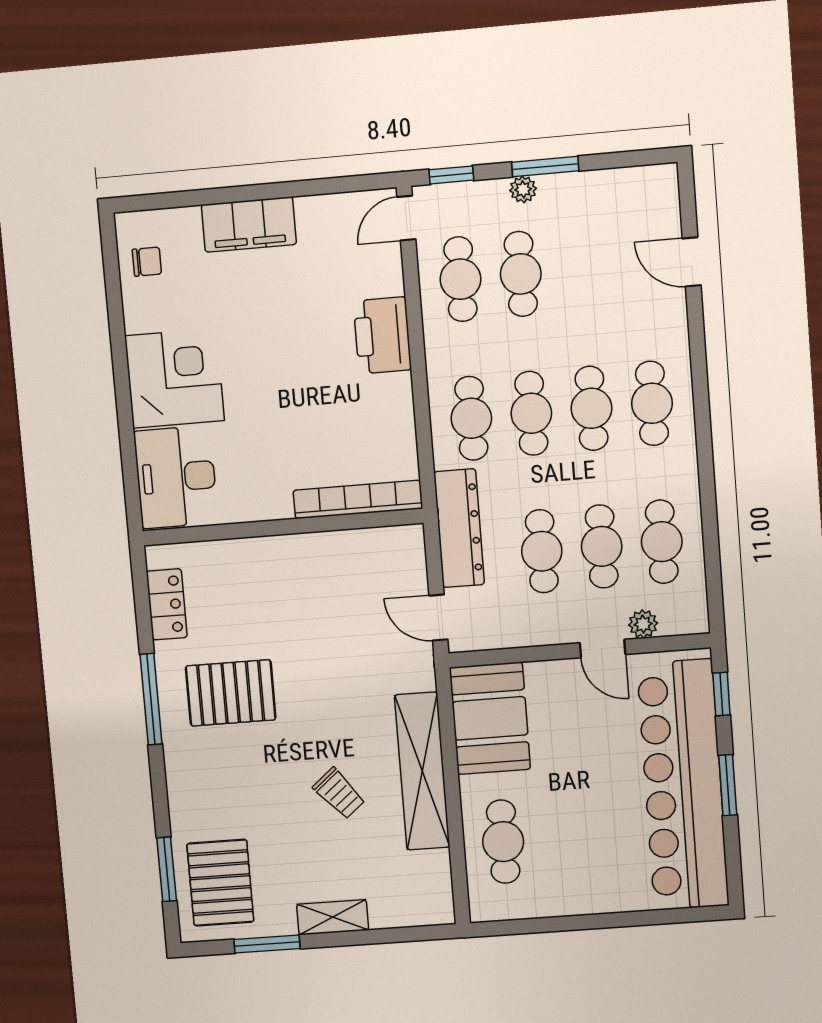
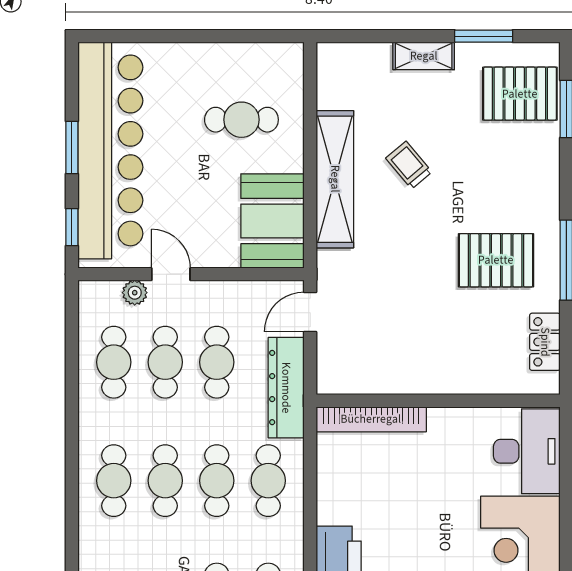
door: (438, 618) -> (310, 312), swing flipped
cafe table: (503, 842) -> (241, 120), moved, turned 90
pallet: (220, 883) -> (520, 94), turned 90

